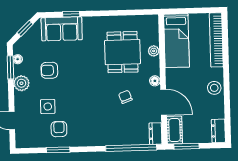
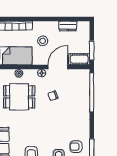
stool: (214, 88) -> (43, 41), moved
dresser: (218, 131) -> (68, 26), moved
dresser: (155, 134) -> (81, 74), removed

